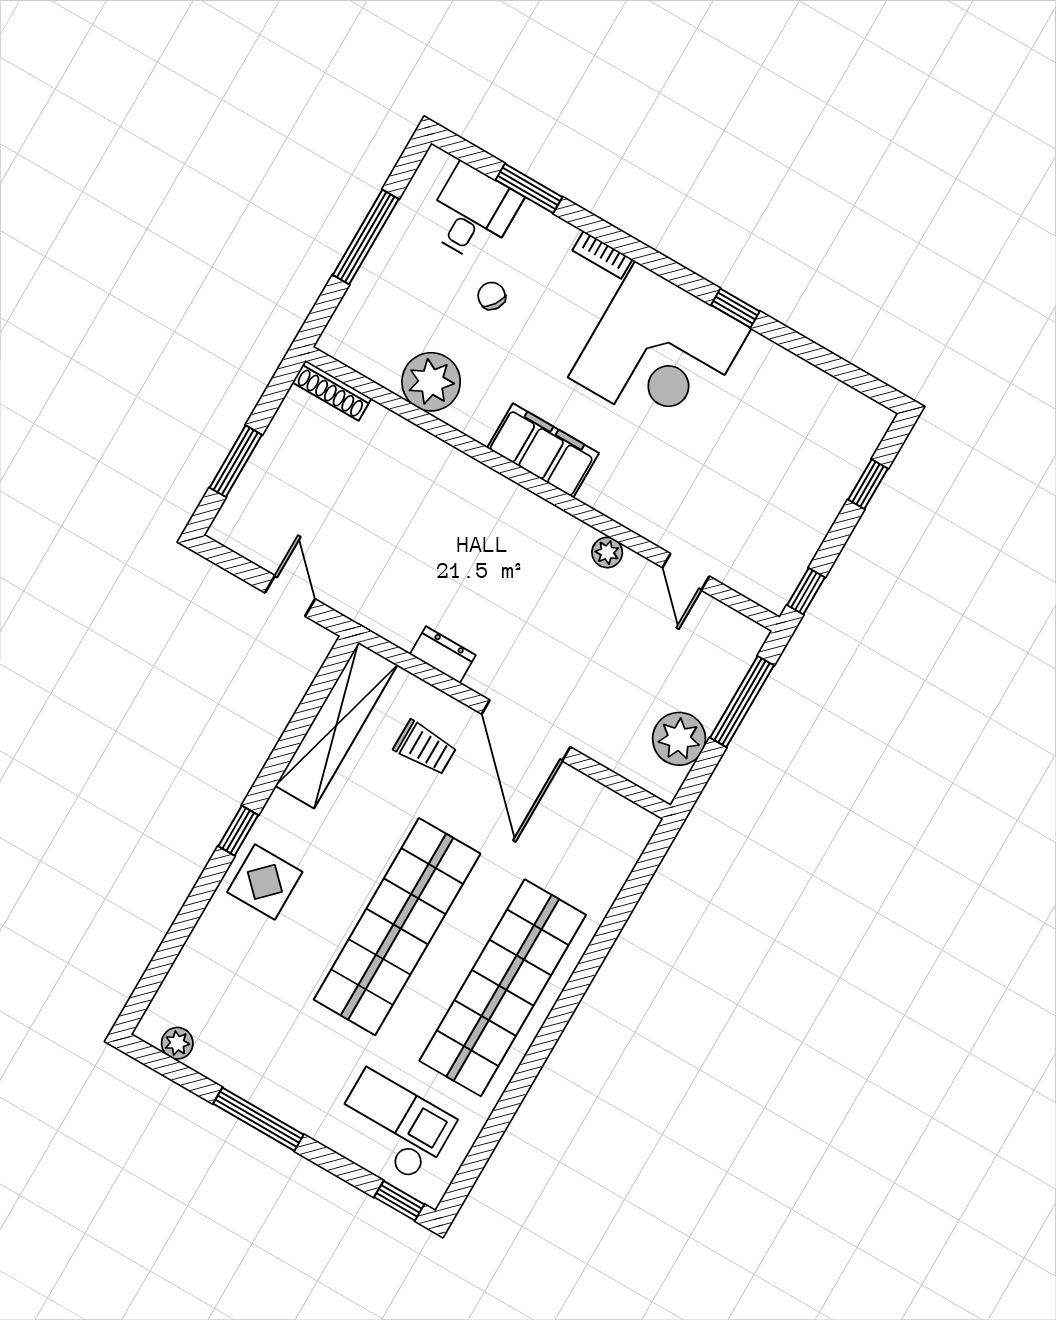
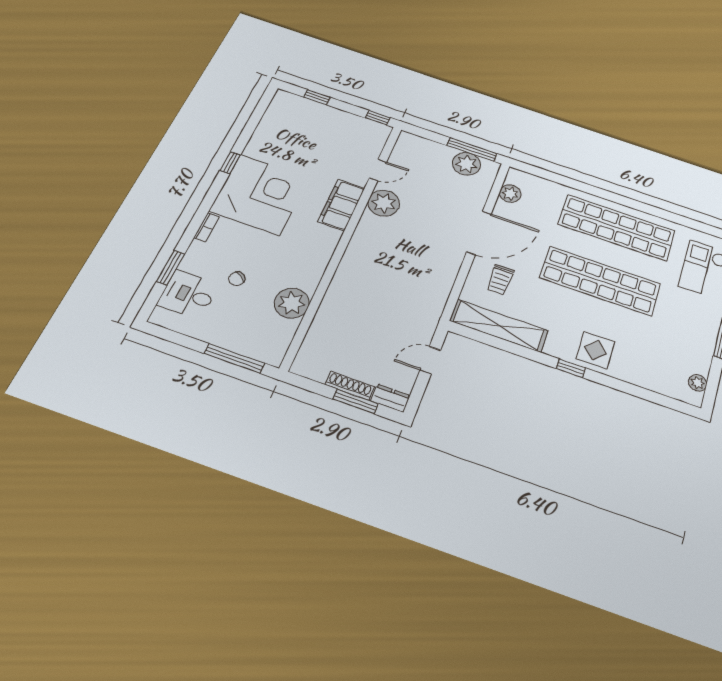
window: (366, 237) -> (234, 358), moved
shoe rack: (332, 390) -> (350, 386), moved, turned -90
filing cabinet: (543, 450) -> (341, 205), moved
plant: (607, 552) -> (384, 203), width x1.87, depth x1.87
dresser: (443, 655) -> (390, 398), moved, turned 90
window: (742, 702) -> (472, 150), moved
trolley: (425, 748) -> (500, 280), turned 180
plant: (603, 807) -> (510, 194), added

